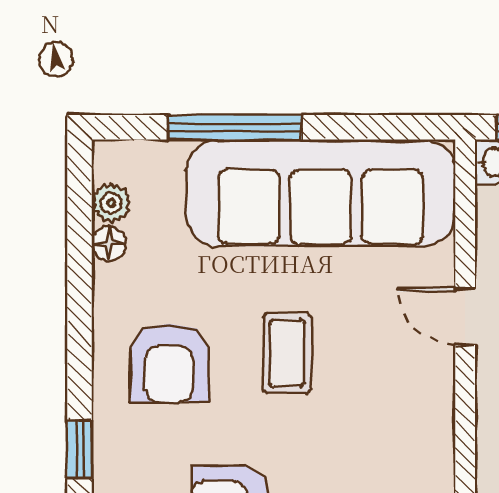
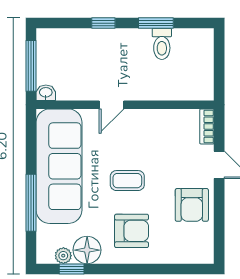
floor lamp: (109, 243) -> (87, 250), width x1.89, depth x1.89
window: (80, 449) -> (72, 269), moved

